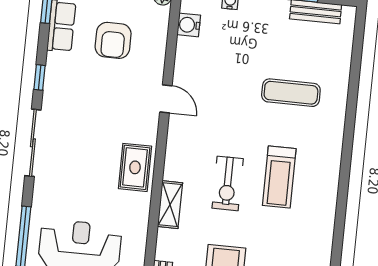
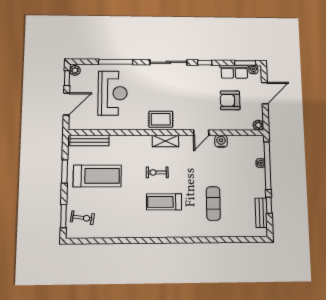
water cooler: (189, 25) -> (221, 141), moved
exercise bike: (228, 183) -> (157, 172), width x0.73, depth x0.72
shelving: (170, 205) -> (165, 141), moved

